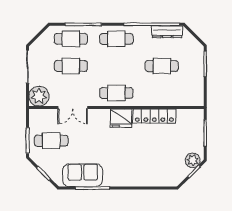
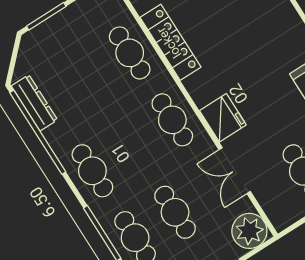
cafe table: (162, 66) -> (130, 53), moved
double door: (73, 108) -> (235, 171), swing flipped
fridge: (121, 118) -> (223, 118), moved

